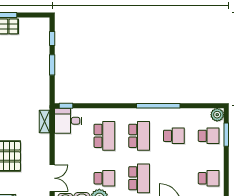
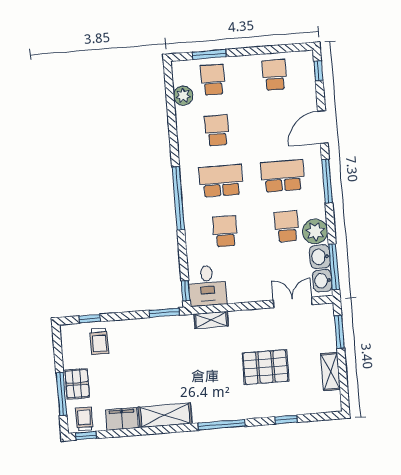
trolley: (36, 44) -> (99, 341), added
window: (52, 65) -> (164, 313), moved
window: (158, 106) -> (178, 198), moved
plant: (217, 115) -> (183, 96), moved
school desk: (104, 136) -> (225, 231), width x0.54

